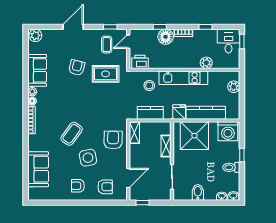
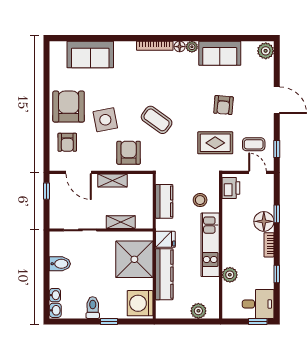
armchair: (77, 68) -> (223, 105), turned 81
rug: (106, 74) -> (215, 143), turned 90
shelving: (134, 133) -> (112, 180), moved
coffee table: (72, 134) -> (157, 120), moved
armchair: (113, 140) -> (129, 153), turned -91
armchair: (78, 186) -> (69, 107), width x1.88, depth x1.88

